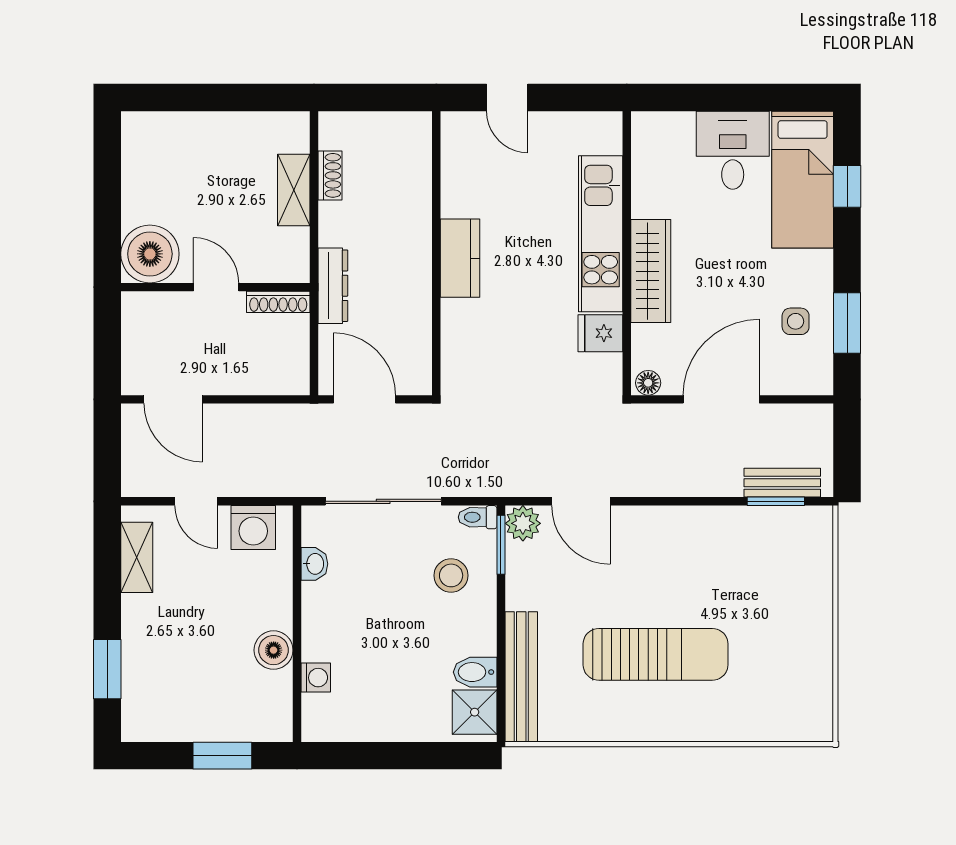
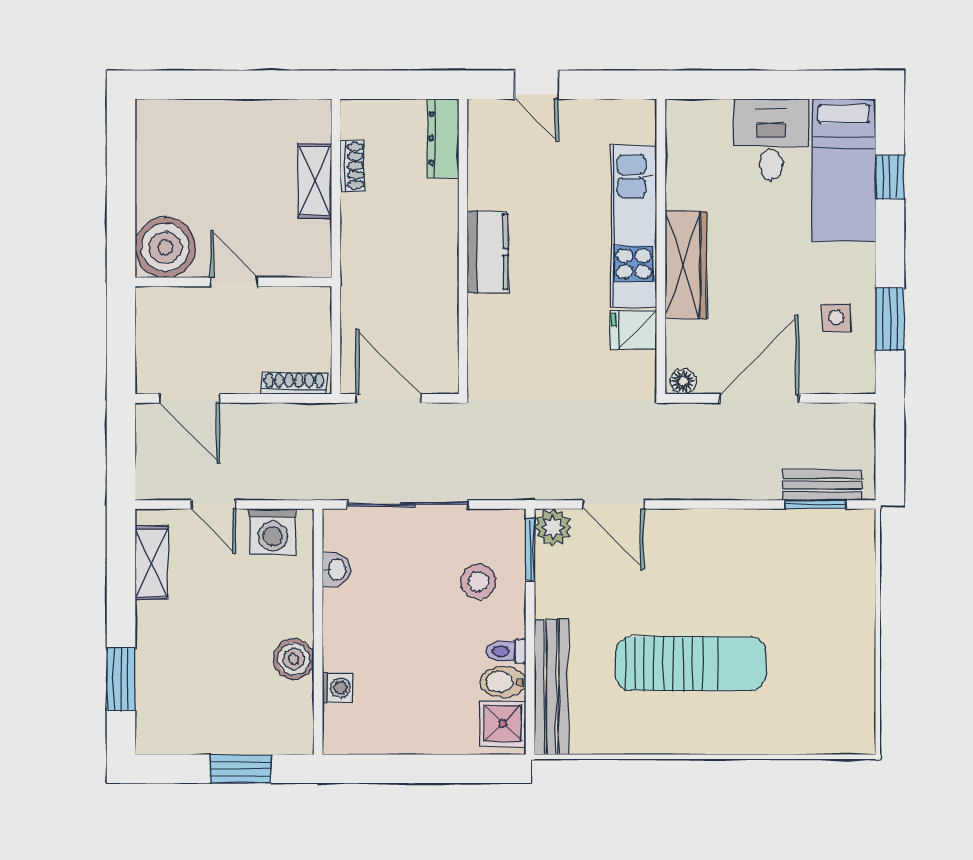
dresser: (333, 286) -> (443, 138), moved, turned 180
shoe rack: (278, 302) -> (294, 383), moved, turned 180
toilet: (478, 517) -> (506, 651), moved

